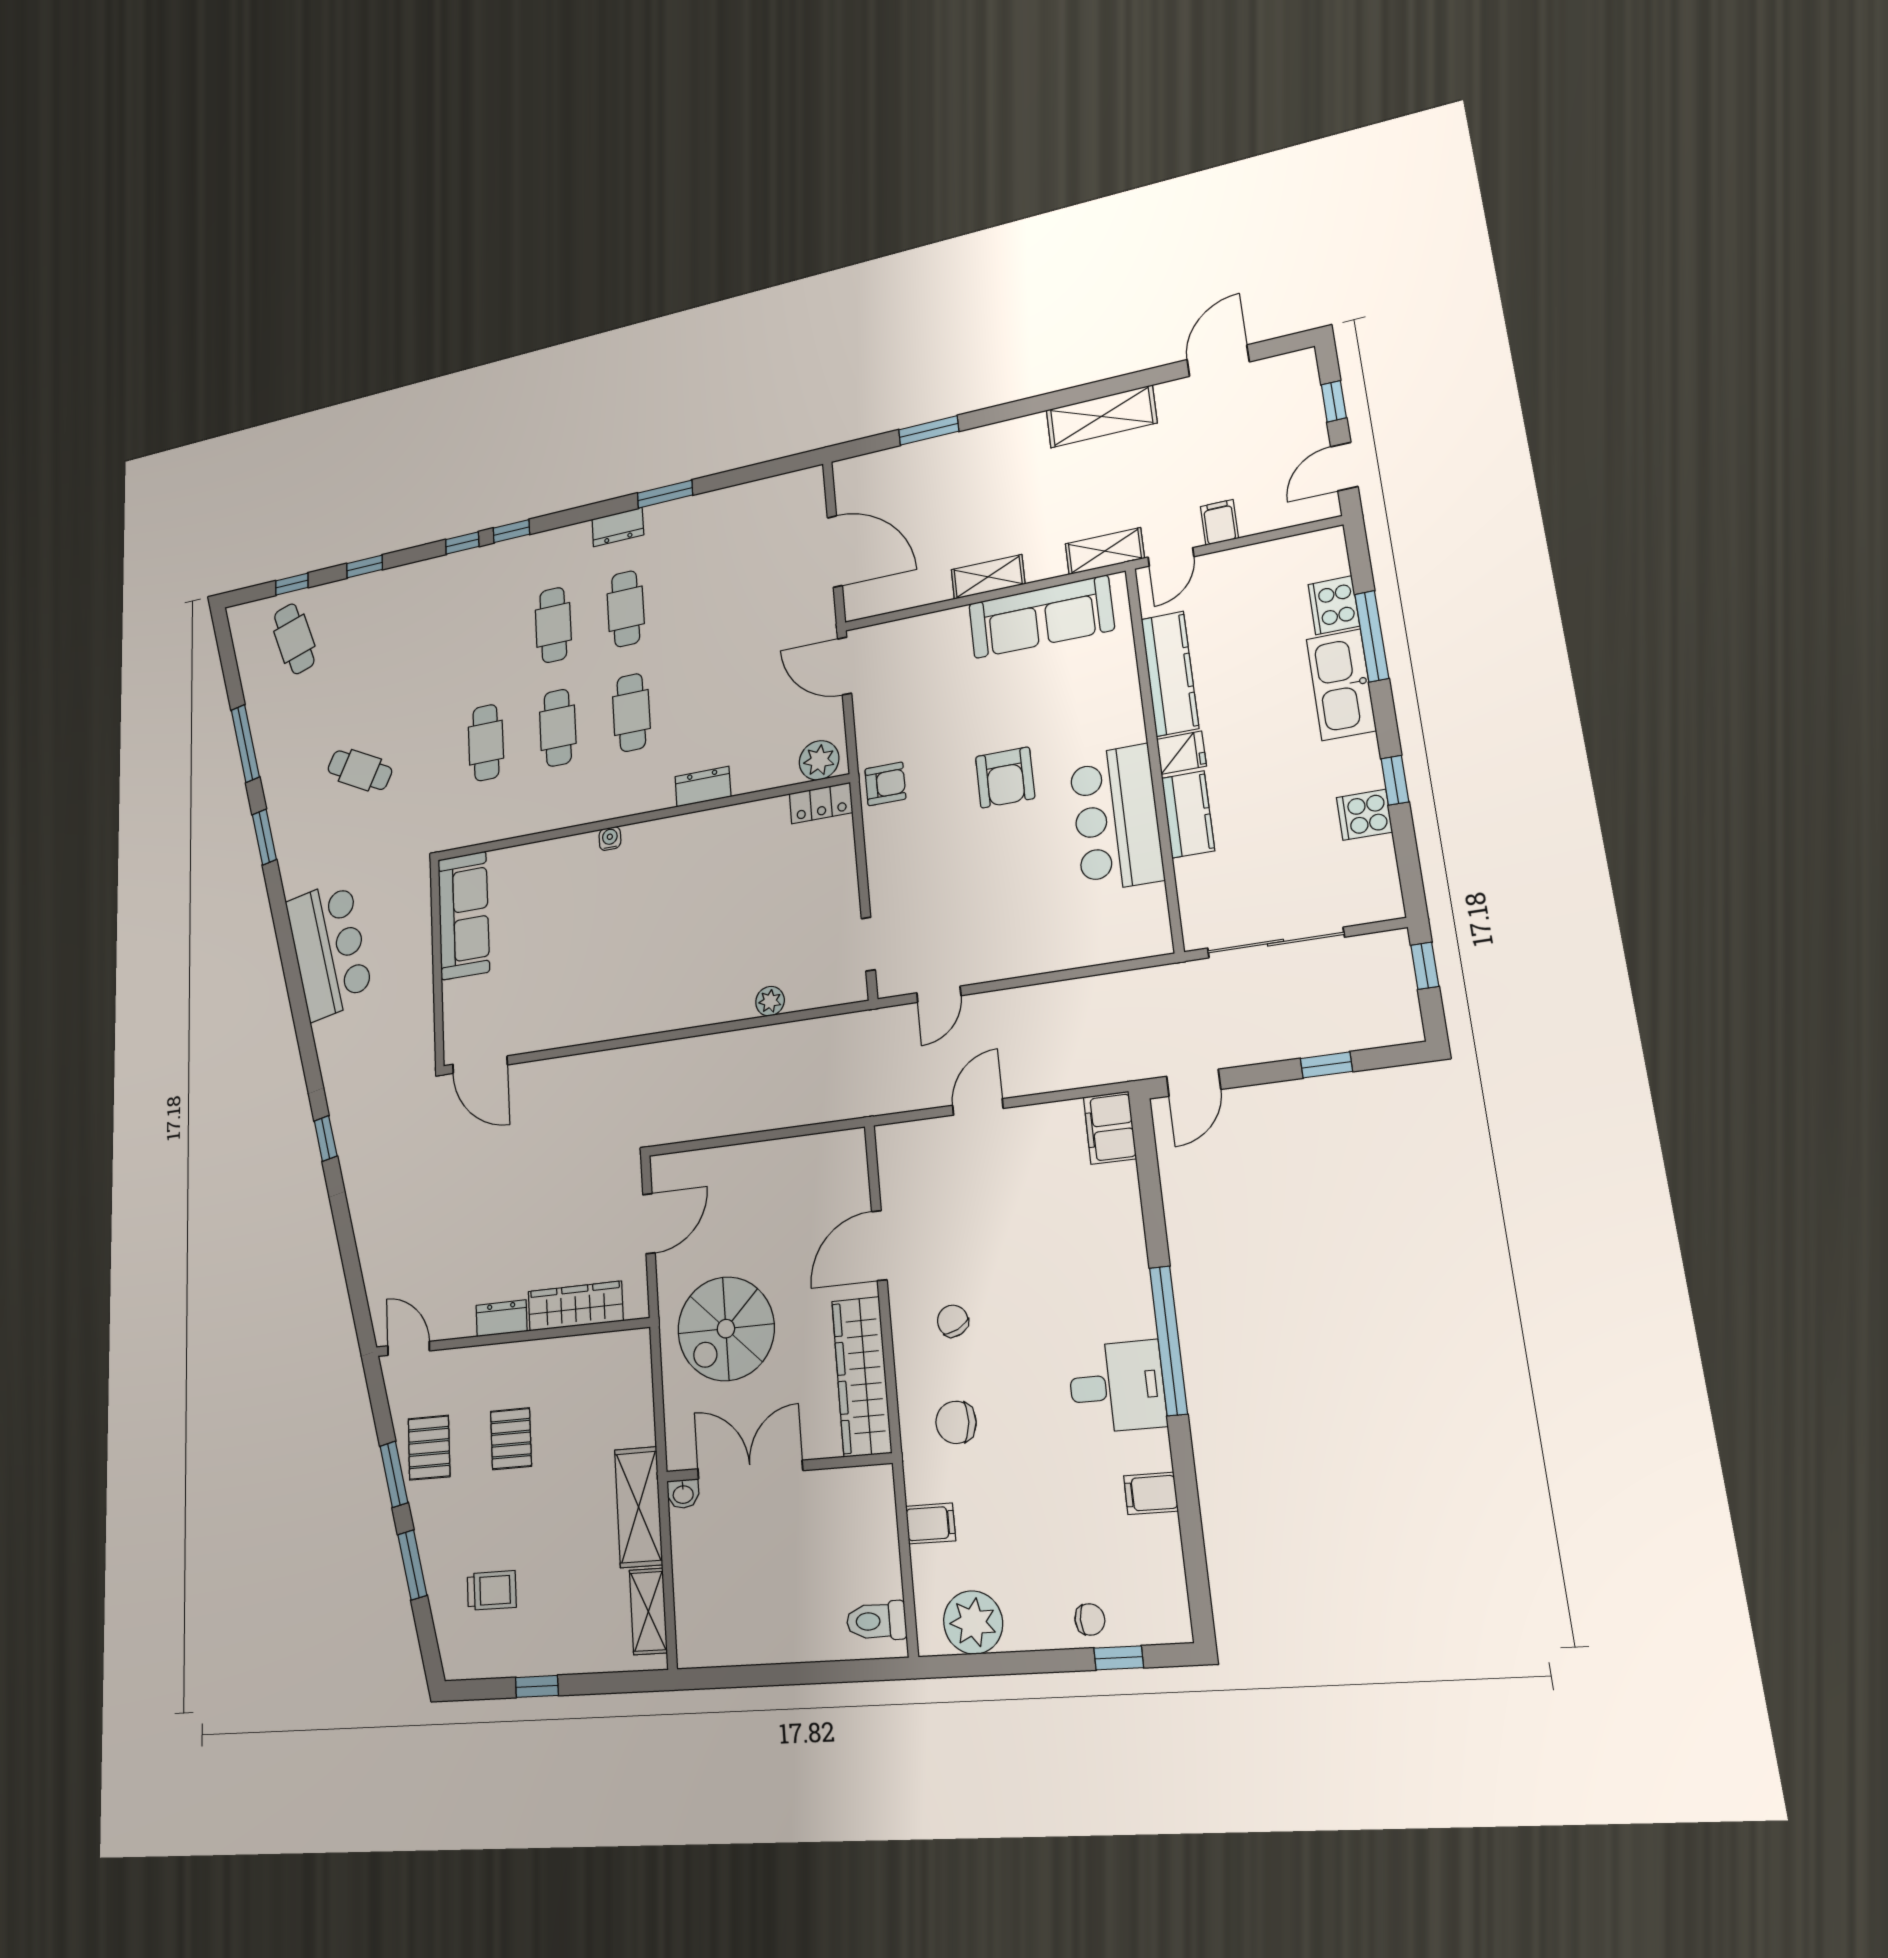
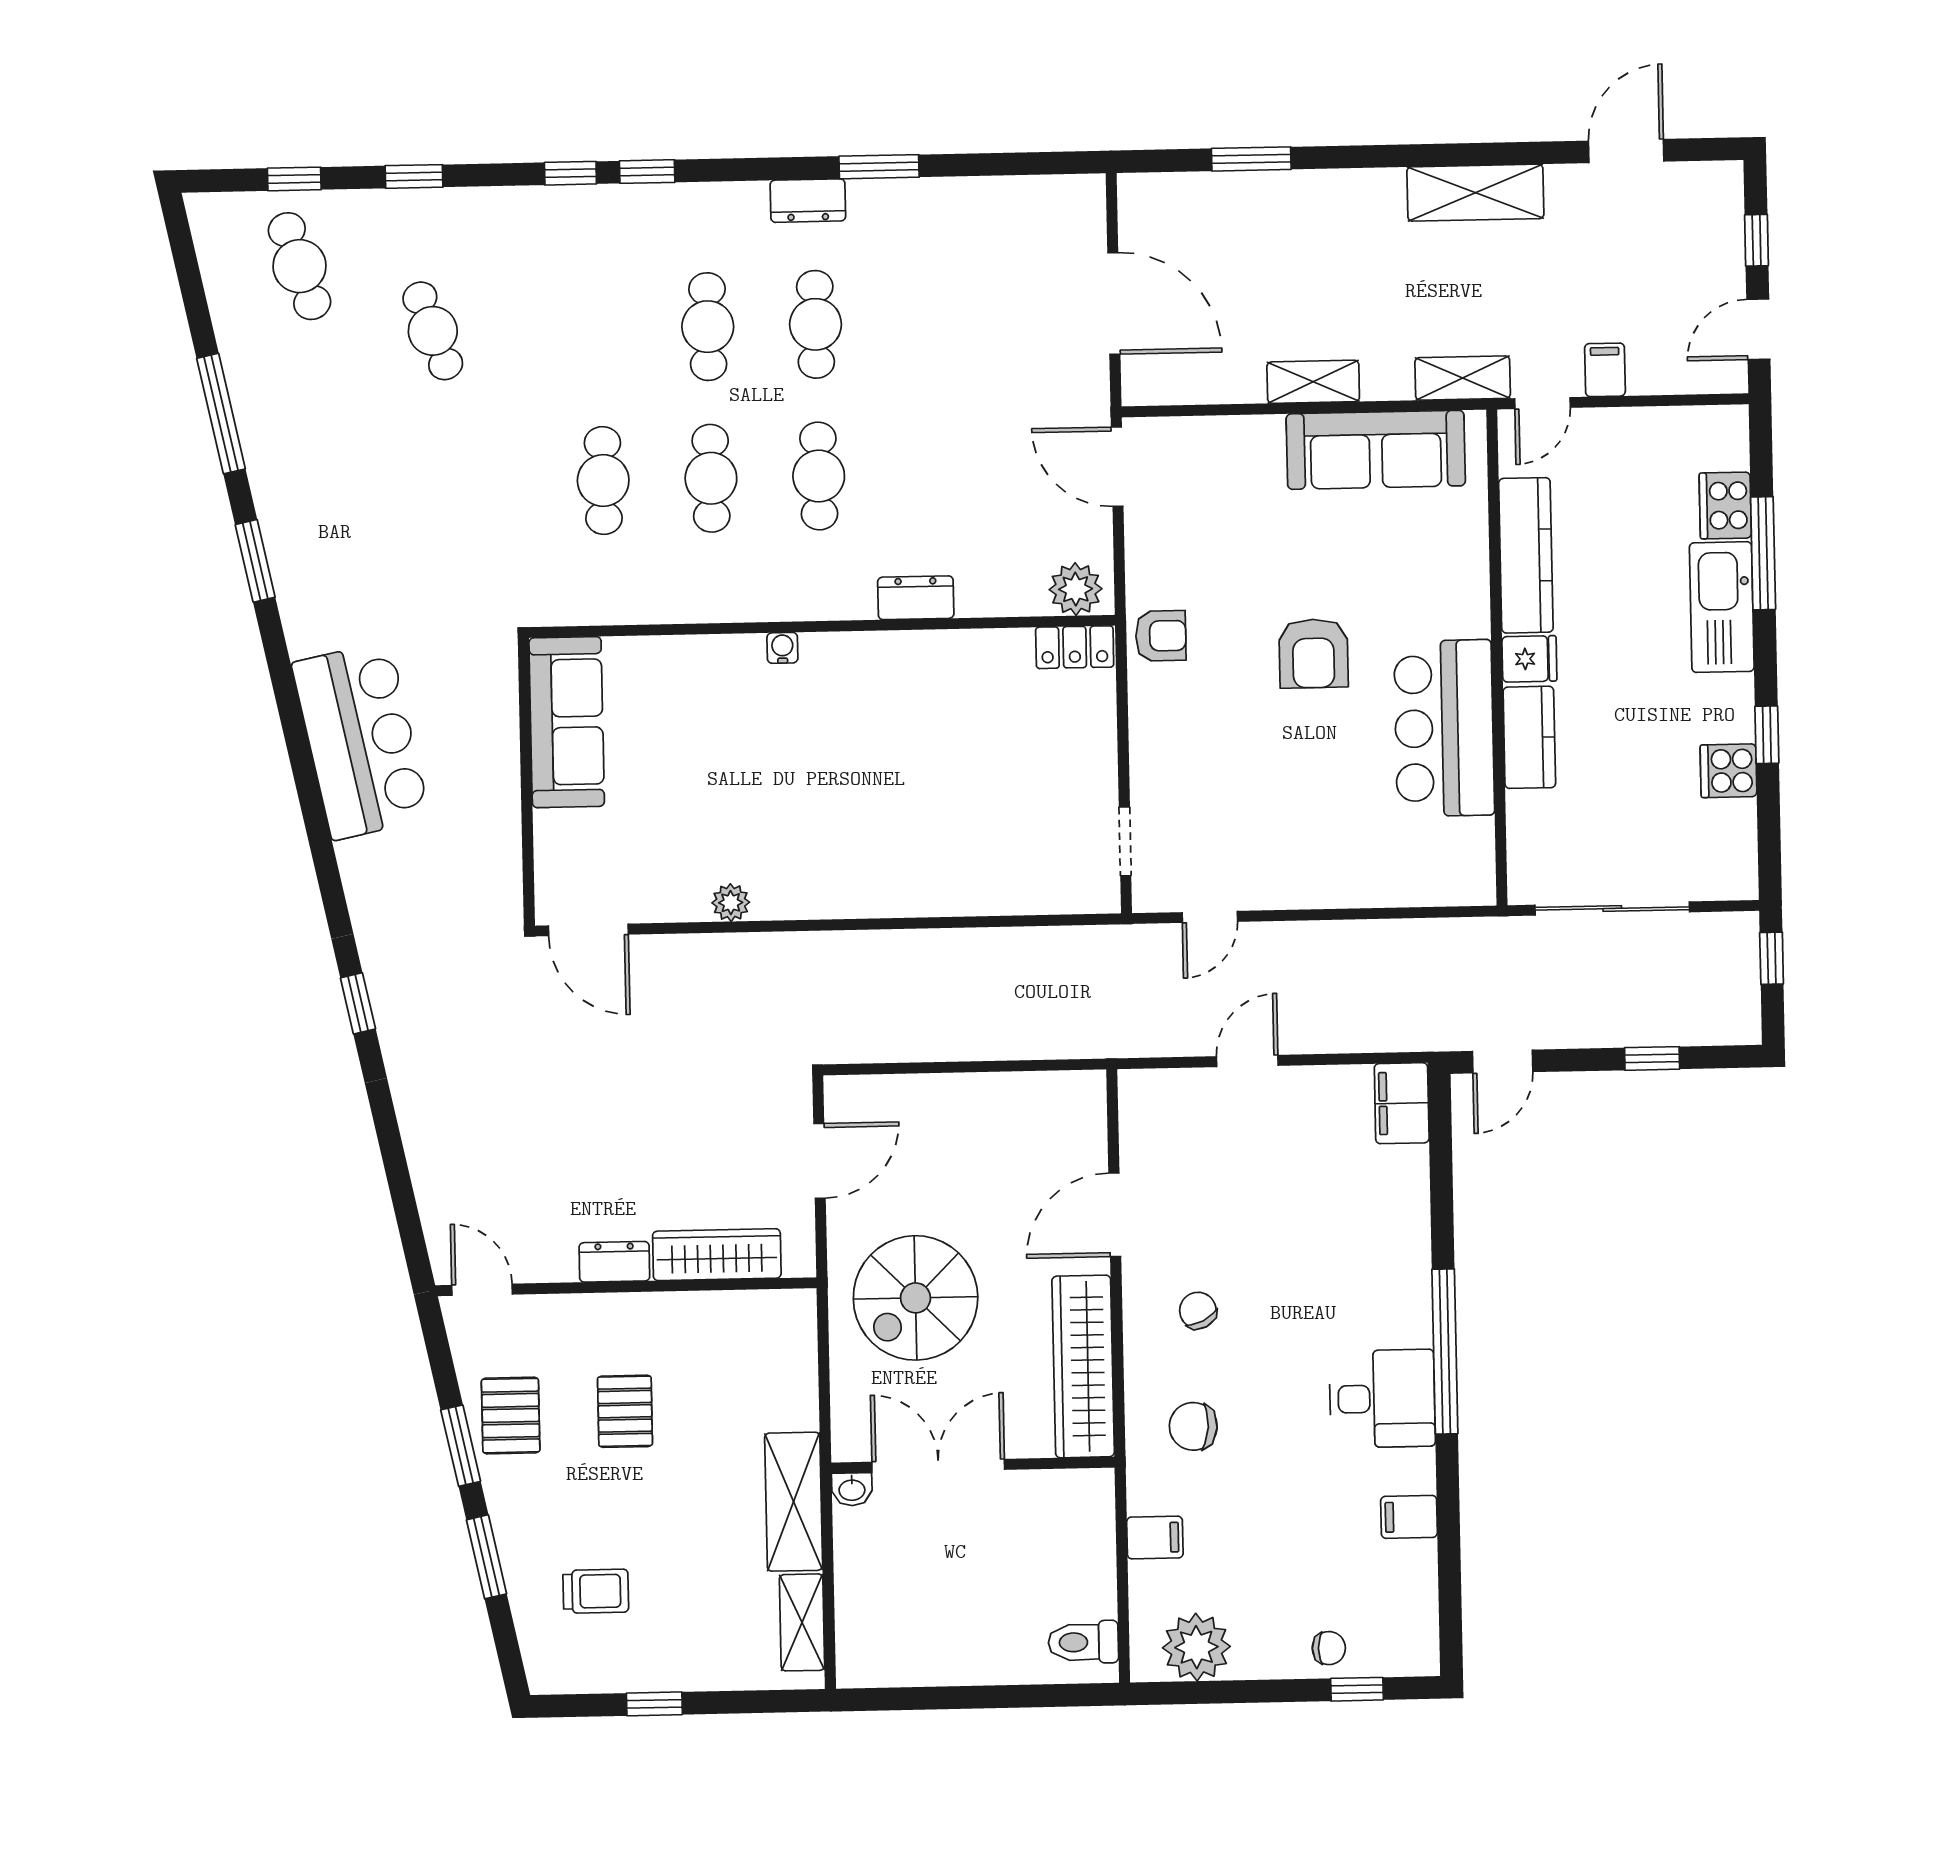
cafe table: (360, 770) -> (433, 331), moved, turned 43
plant: (770, 1001) -> (731, 903), moved

